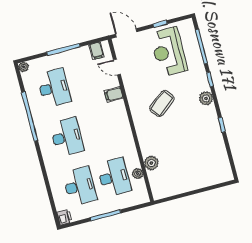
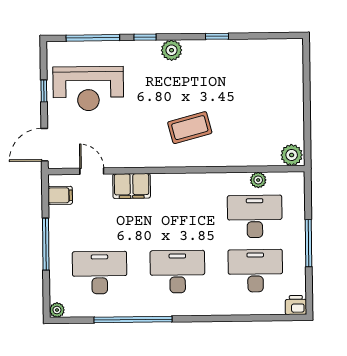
door: (117, 67) -> (92, 171), swing flipped
filing cabinet: (114, 94) -> (132, 186), width x2.00
coffee table: (162, 103) -> (190, 128), moved, turned -67
plant: (151, 163) -> (292, 155), moved

